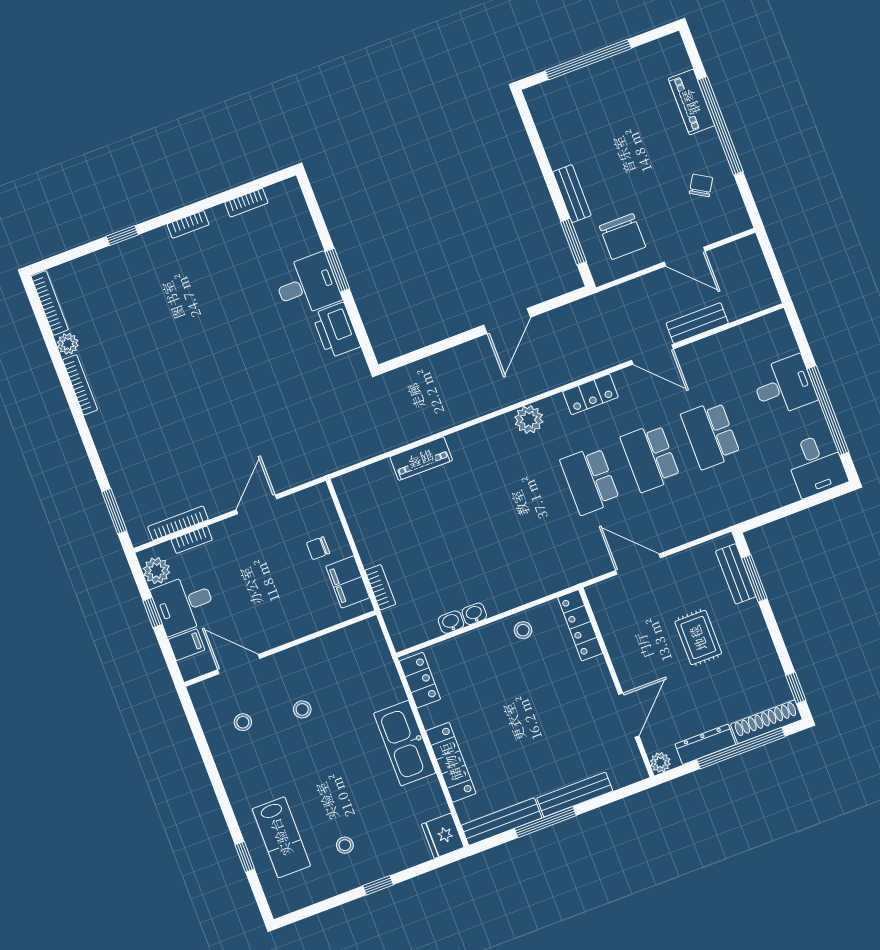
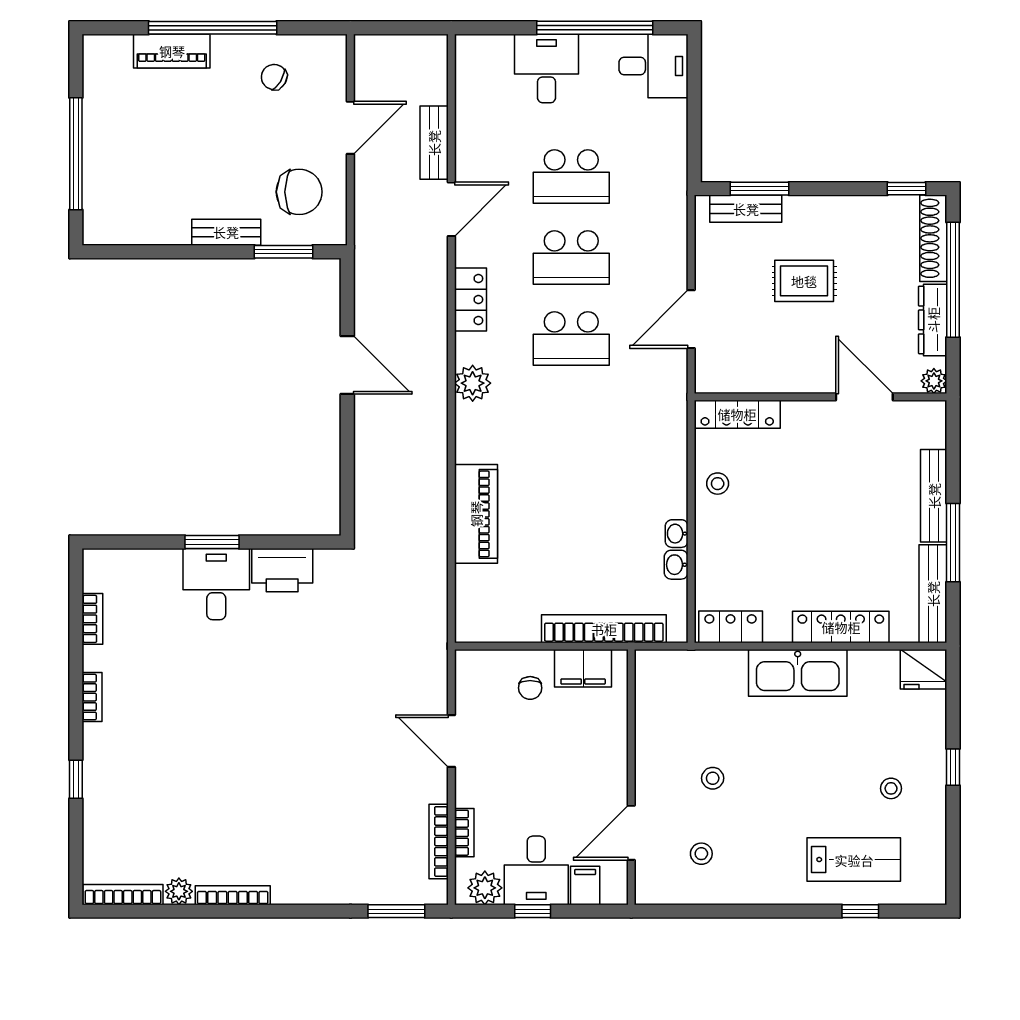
piano: (421, 459) -> (476, 514), width x1.37, depth x1.33
bookcase: (380, 587) -> (604, 629), width x2.31, depth x1.31

